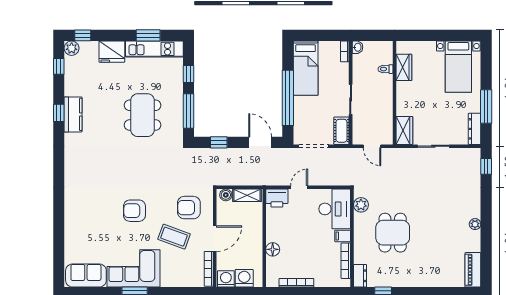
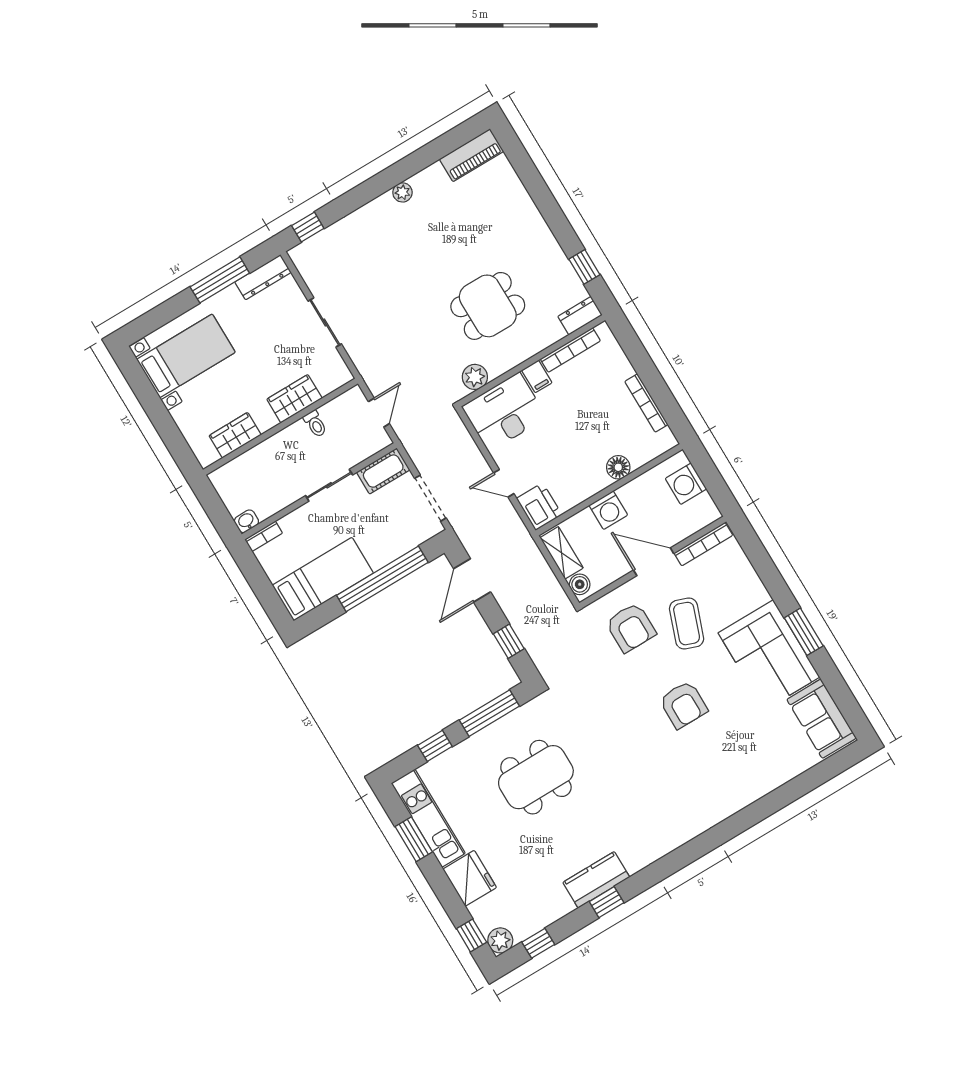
toilet: (386, 69) -> (315, 424), moved
wardrobe: (404, 130) -> (294, 399), moved
washing machine: (226, 279) -> (608, 510), moved, turned -90

